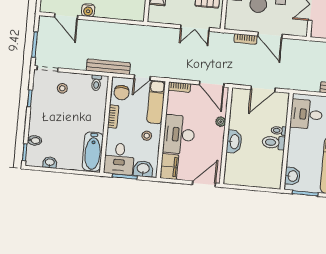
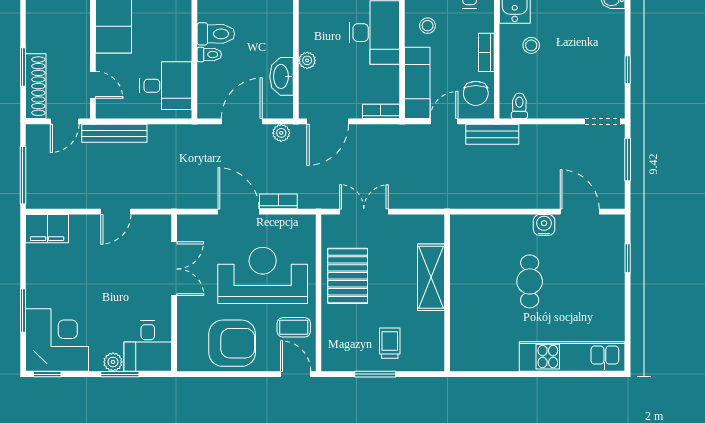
bench: (108, 67) -> (492, 134), width x0.73
plant: (240, 80) -> (281, 133), added
door: (212, 84) -> (328, 121), swing flipped
stool: (62, 88) -> (531, 45), moved
chair: (122, 93) -> (476, 93), turned 180
washbasin: (234, 142) -> (282, 76), moved

